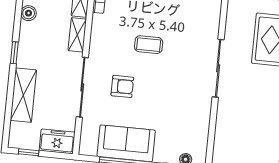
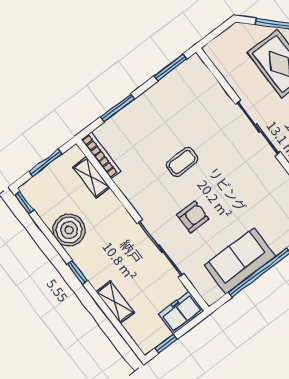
boiler: (29, 13) -> (69, 230), width x1.86, depth x1.86
shelving: (77, 35) -> (116, 209), removed
shelving: (23, 95) -> (115, 302), width x0.67, depth x0.75

